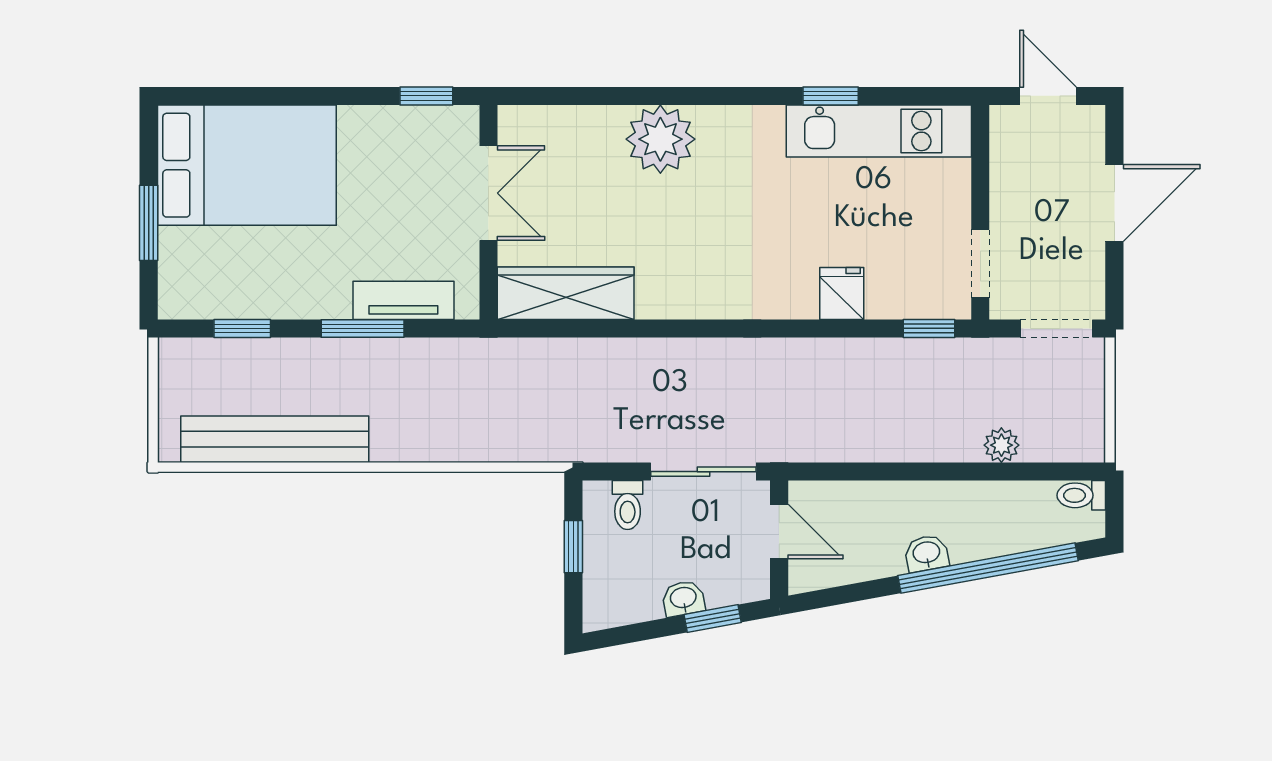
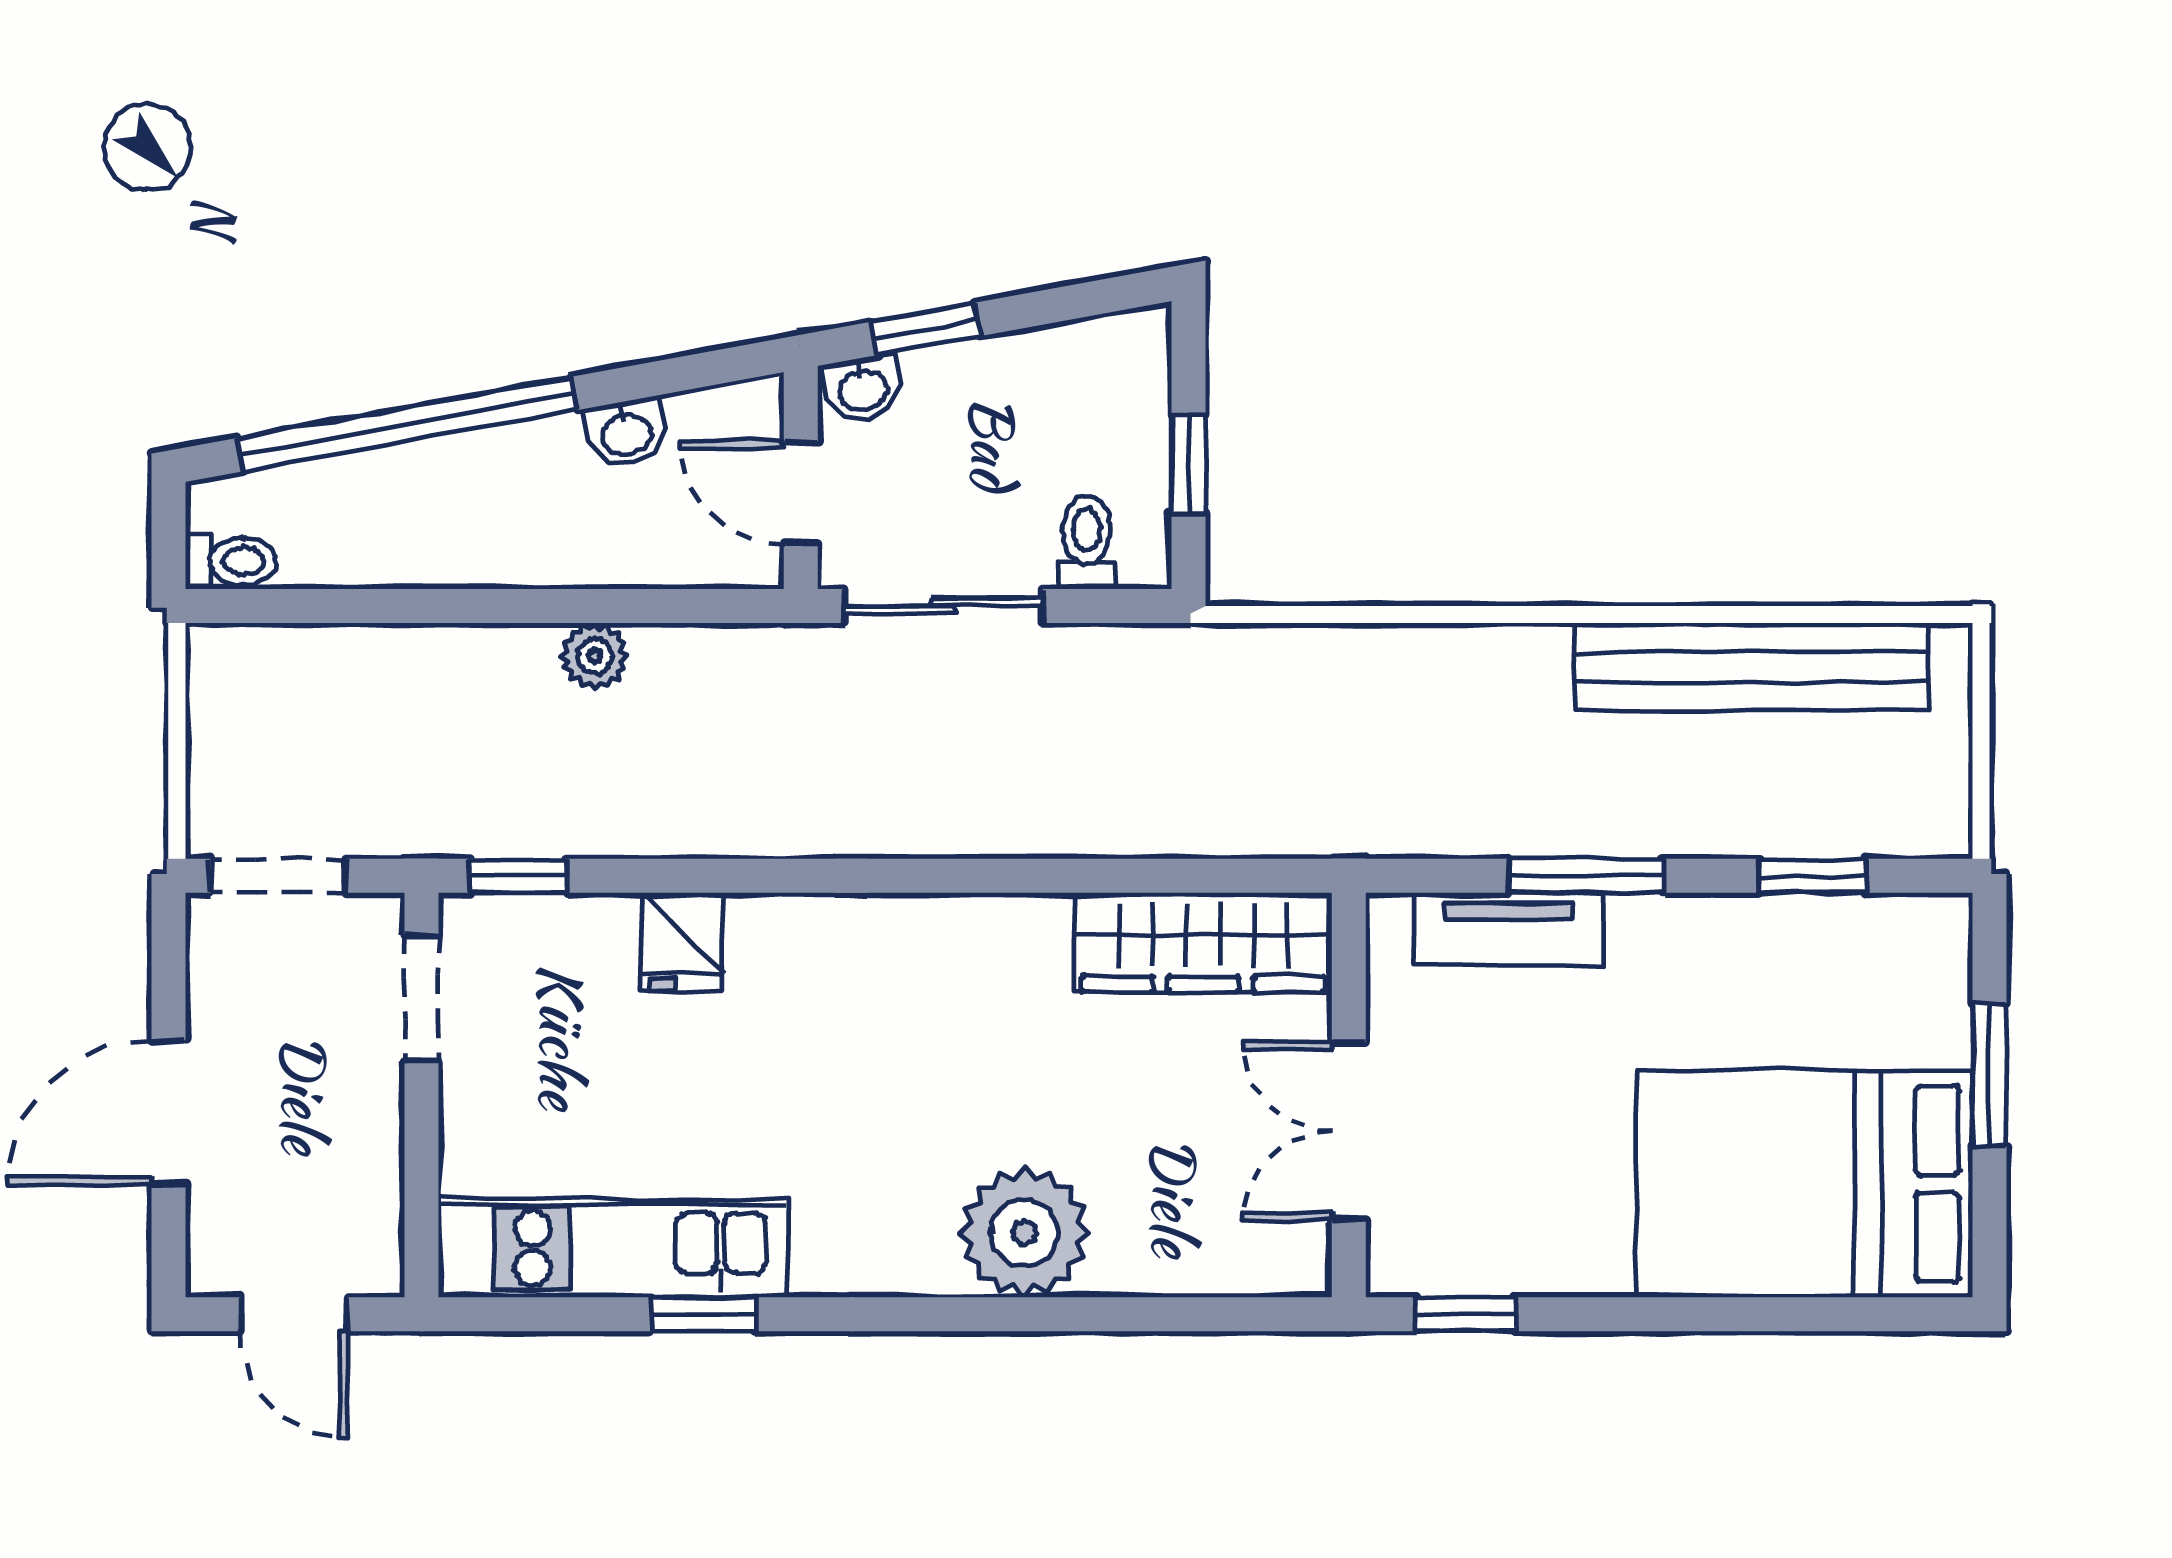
plant: (1001, 445) -> (595, 656), moved
washbasin: (927, 553) -> (626, 433), moved
washbasin: (683, 598) -> (863, 389), moved

